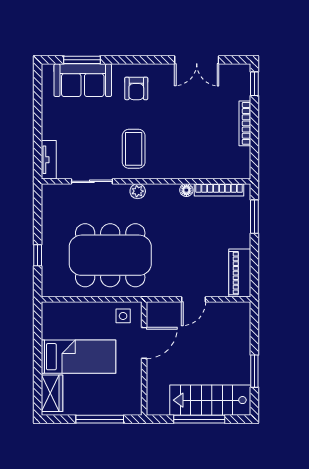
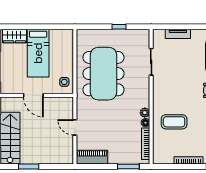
coffee table: (134, 149) -> (174, 122), moved
tv unit: (49, 160) -> (178, 34), moved
plant: (138, 191) -> (145, 113), moved
window: (38, 255) -> (119, 27), moved
door: (144, 343) -> (33, 95), moved

